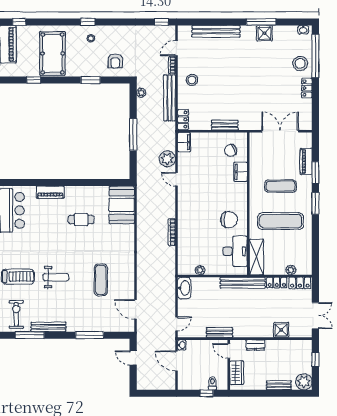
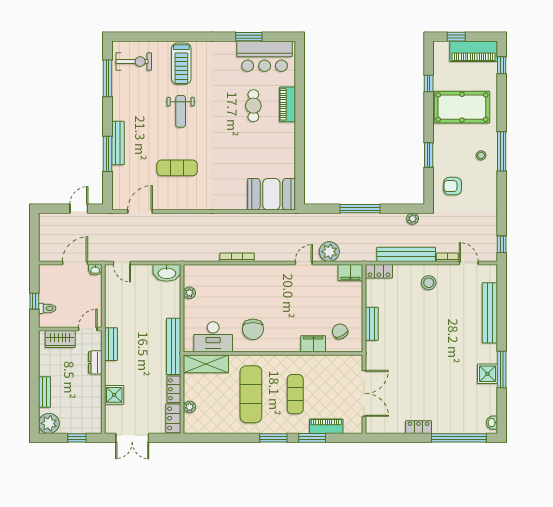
window: (88, 22) -> (502, 151), width x2.17
stool: (300, 63) -> (450, 419), removed
cafe table: (81, 220) -> (253, 106), moved
bench: (48, 327) -> (118, 143), moved
bench: (220, 332) -> (111, 344), moved

